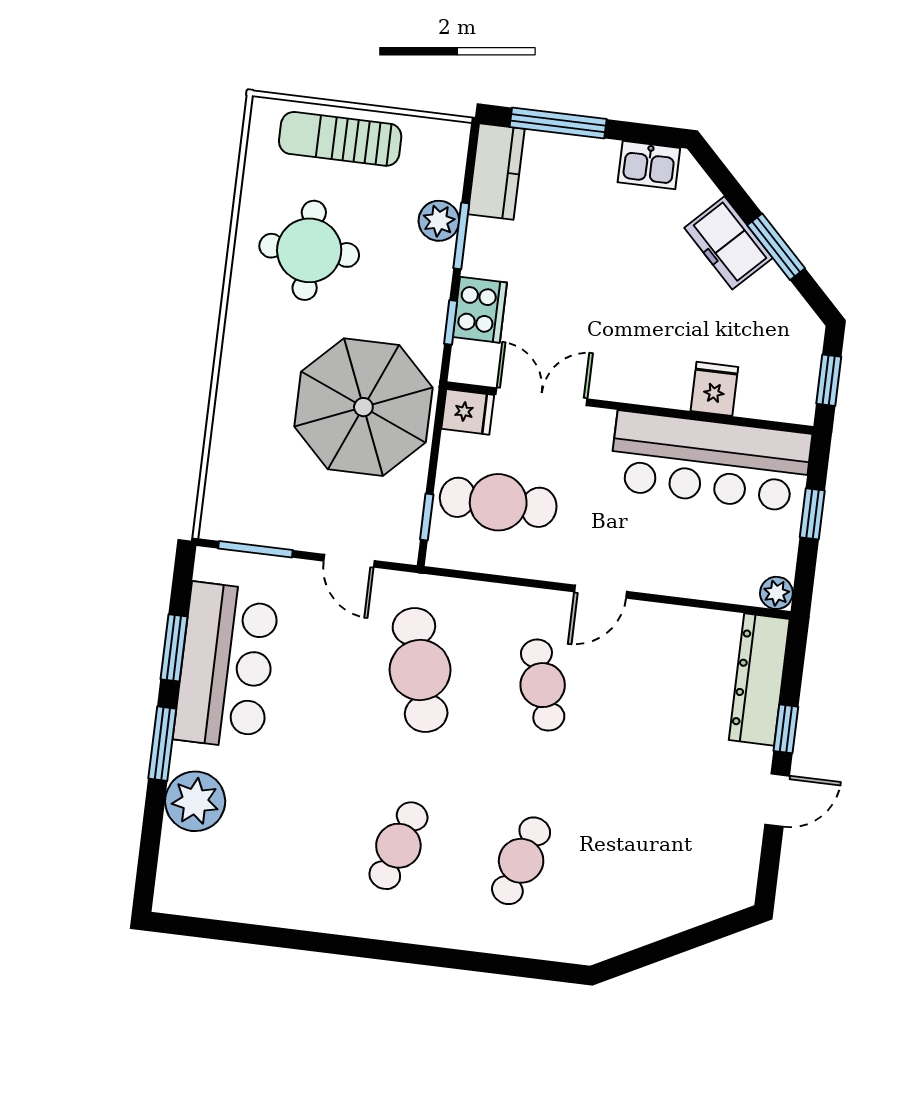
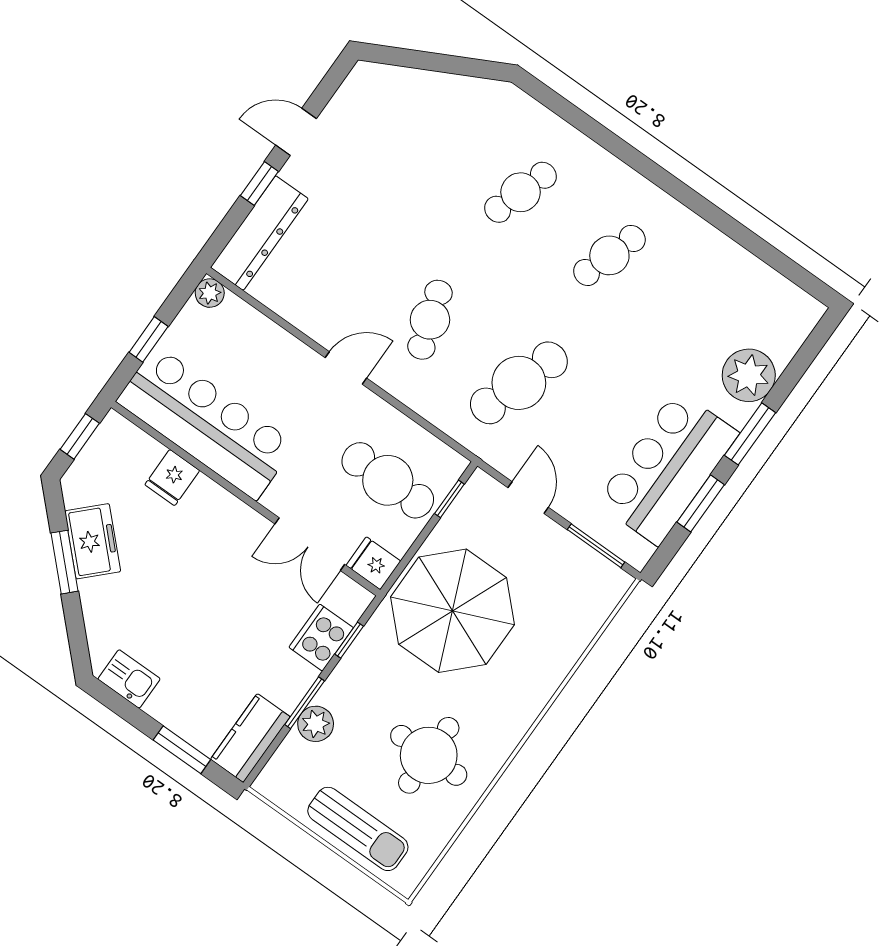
window: (558, 123) -> (182, 750), width x0.69
freezer: (728, 243) -> (93, 541), moved
cafe table: (420, 670) -> (519, 383), turned 33

